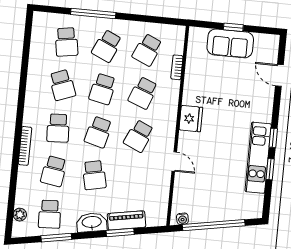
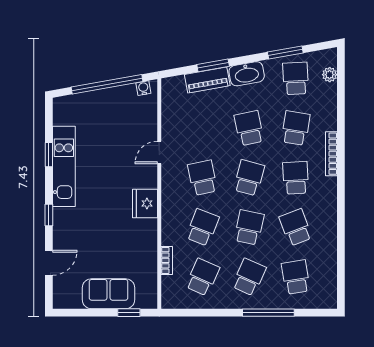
window: (233, 27) -> (129, 313), moved
door: (279, 75) -> (49, 263), hinge flipped
school desk: (139, 136) -> (202, 178), turned -36
window: (273, 138) -> (49, 215), moved
door: (174, 162) -> (159, 152), hinge flipped

